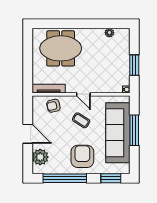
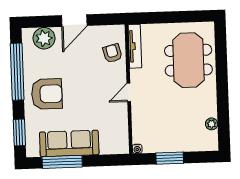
coffee table: (81, 120) -> (94, 91), removed
window: (134, 130) -> (62, 162), moved
sofa: (118, 133) -> (69, 143), width x0.74, depth x0.79

